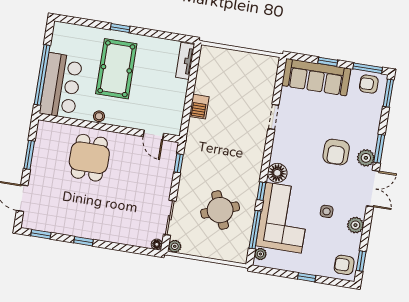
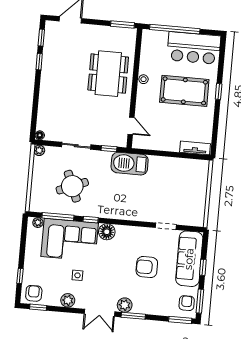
bar counter: (61, 86) -> (194, 48), moved
barbecue: (199, 107) -> (130, 164), moved, width x1.88, depth x1.53
doorway: (273, 117) -> (166, 226), moved
door: (153, 135) -> (131, 126), swing flipped
armchair: (336, 152) -> (147, 267), moved
window: (29, 155) -> (122, 24), moved
dining table: (89, 158) -> (108, 74), width x1.37
sliding door: (170, 218) -> (76, 146), moved
window: (84, 241) -> (39, 62), moved
window: (307, 277) -> (20, 276), moved

